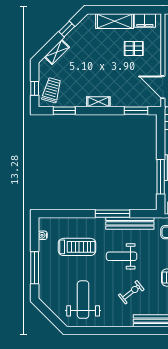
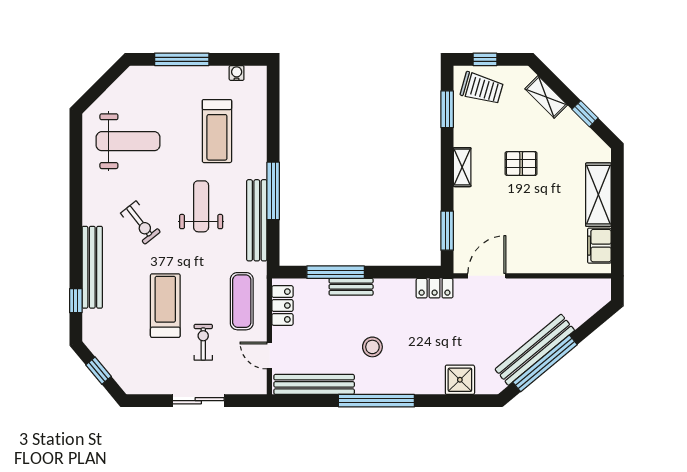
pallet: (134, 48) -> (521, 164), moved, turned 90

